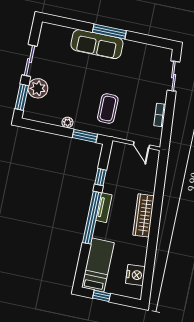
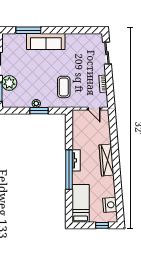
window: (109, 32) -> (28, 30), moved
window: (85, 136) -> (39, 111), moved
window: (101, 177) -> (69, 138), removed
window: (101, 296) -> (102, 225), moved

